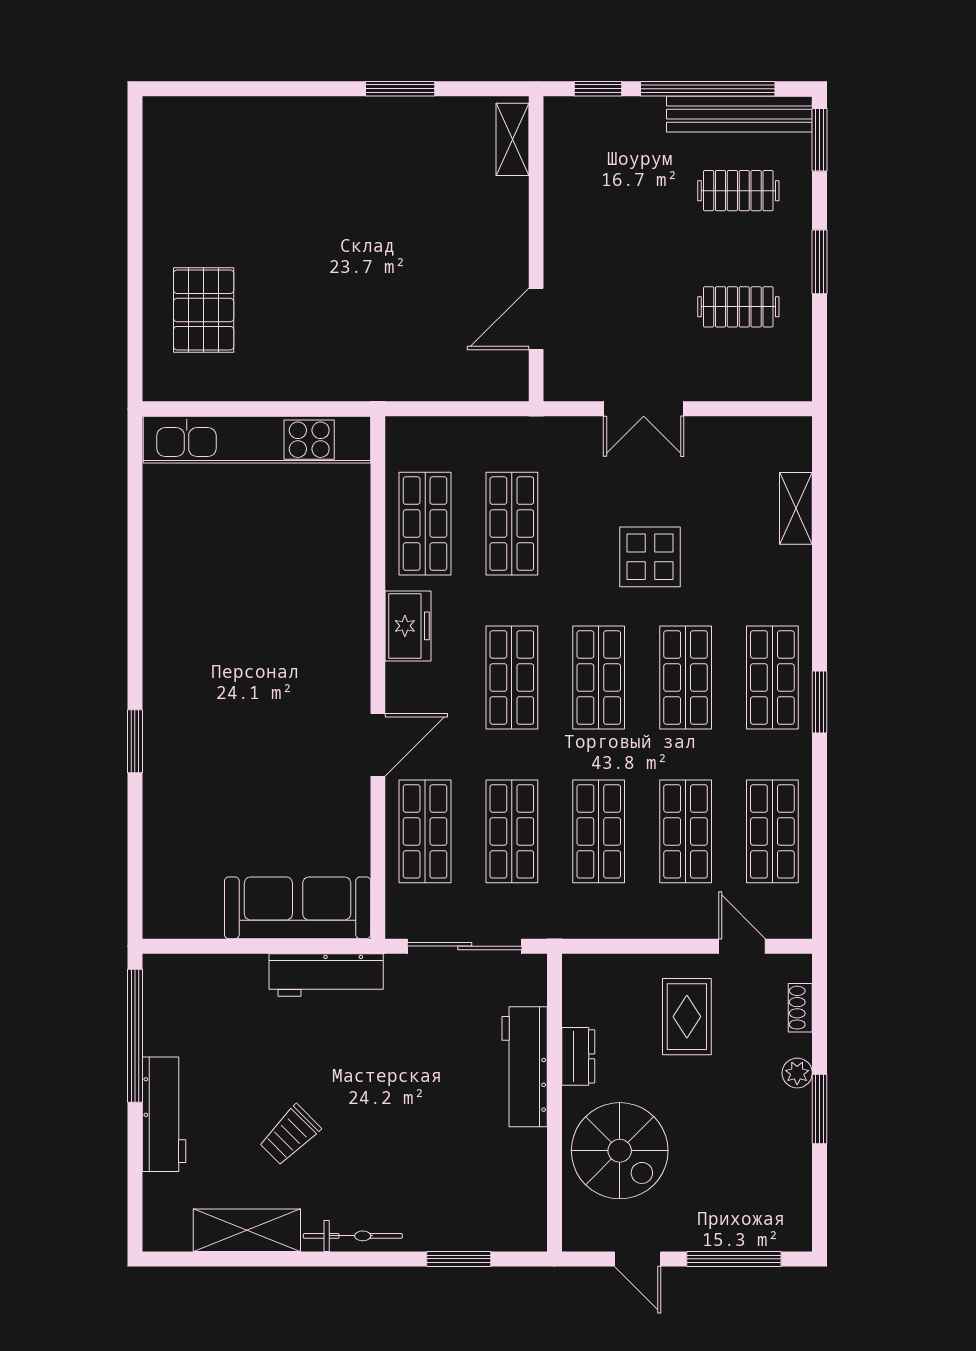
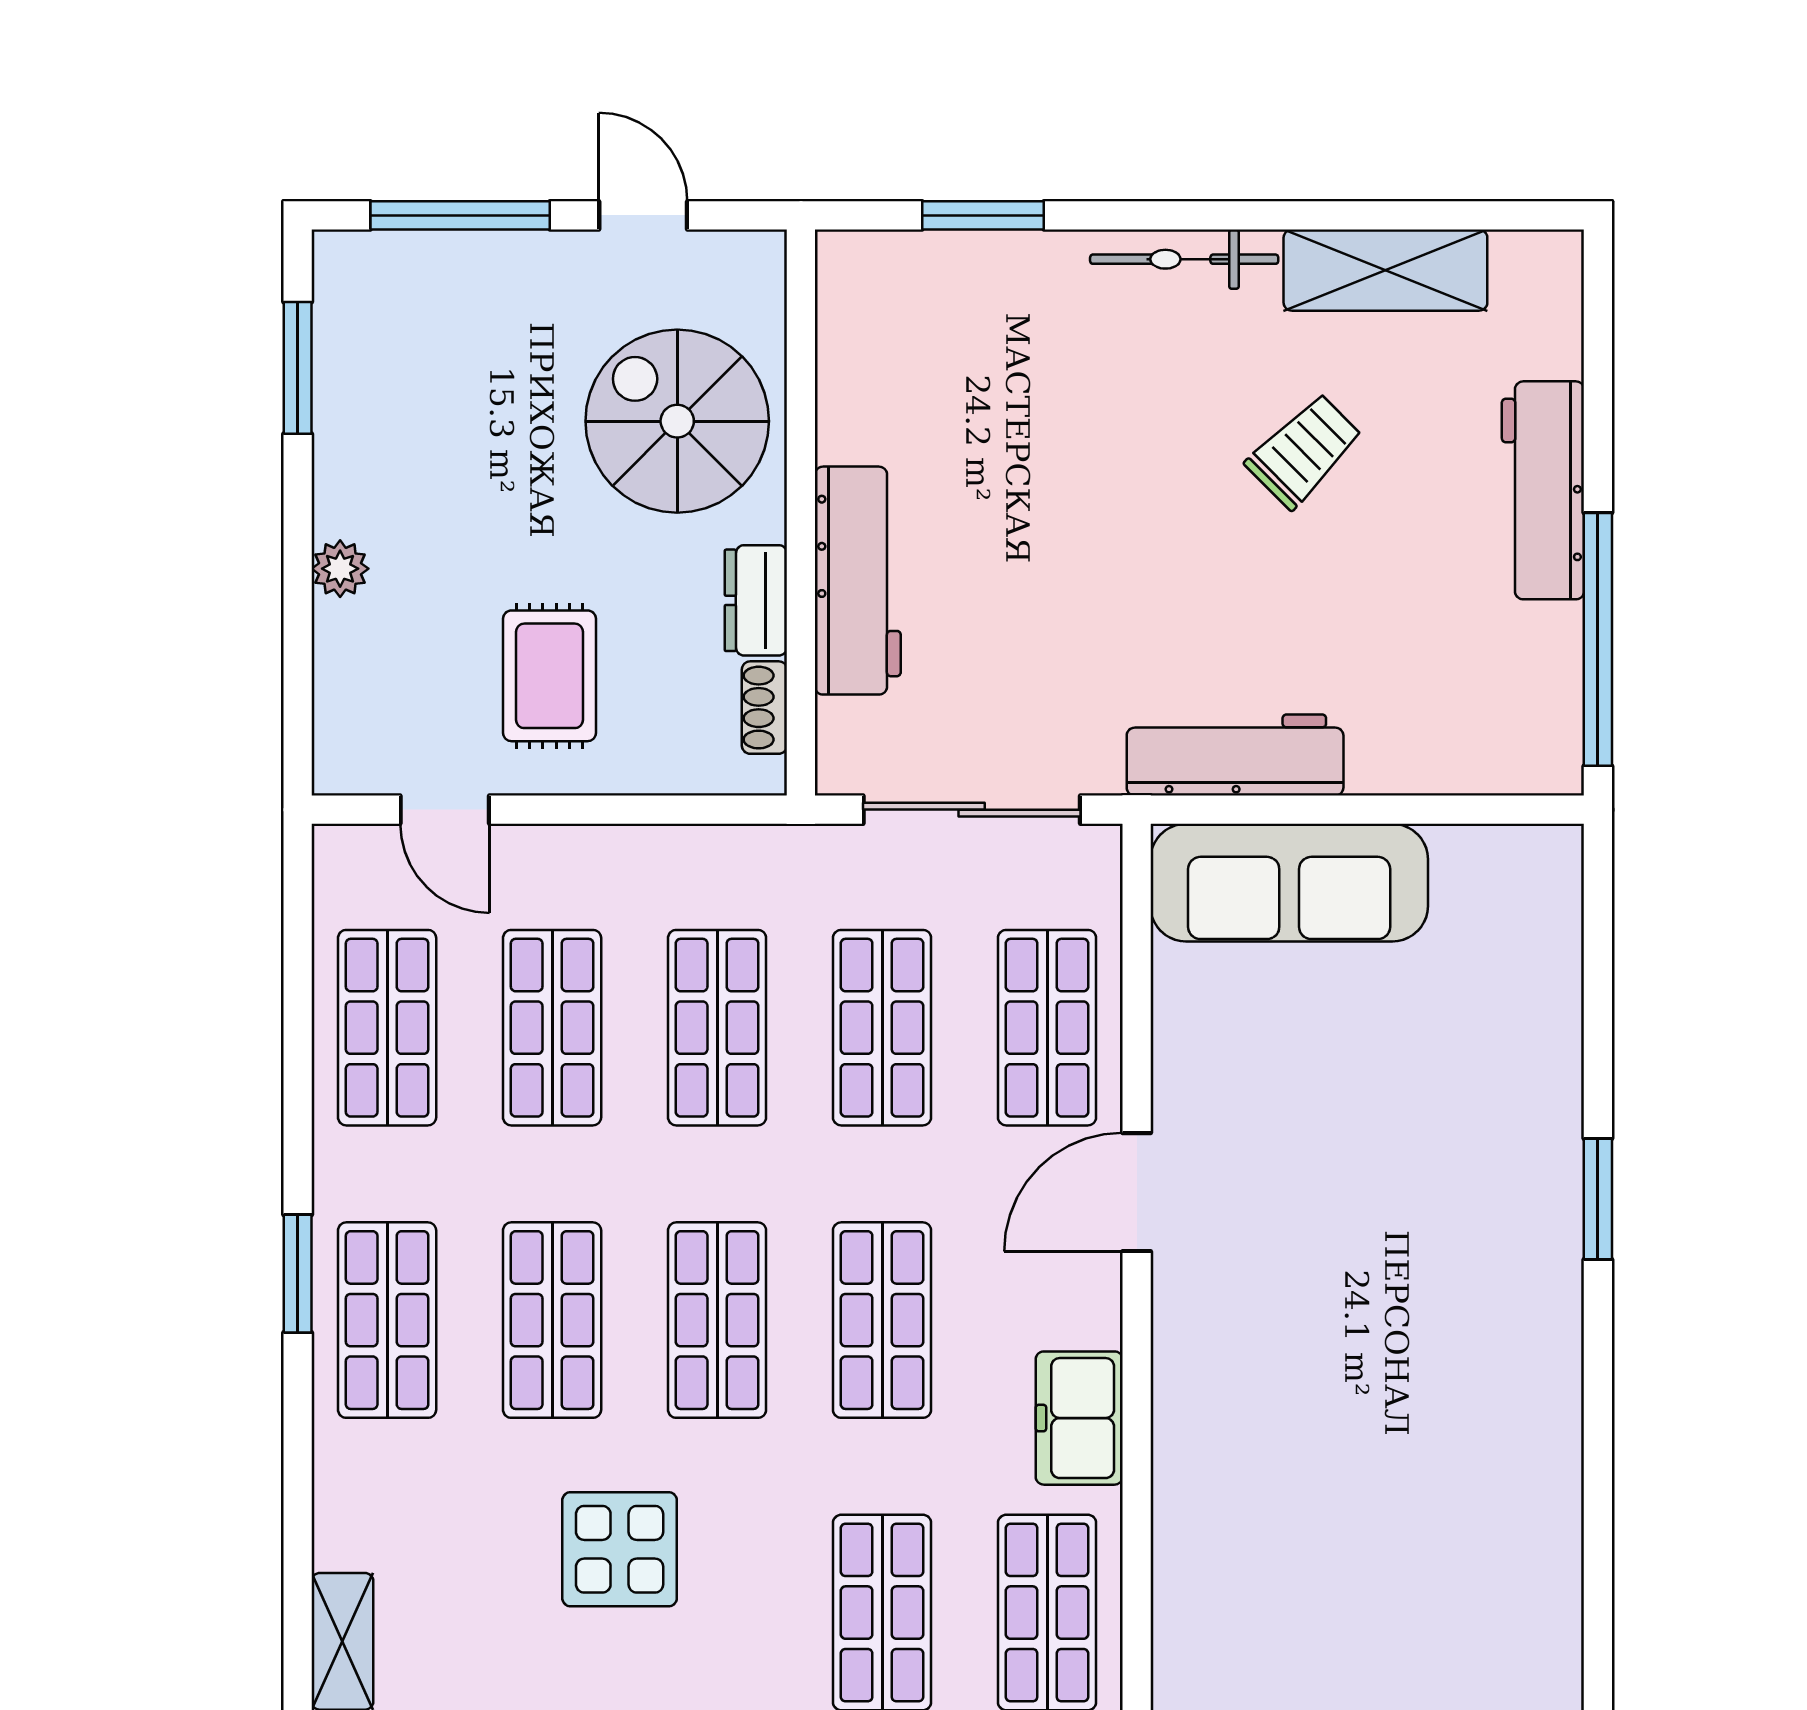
shoe rack: (800, 1008) -> (764, 708), moved, turned 180
window: (820, 1109) -> (298, 368), moved

